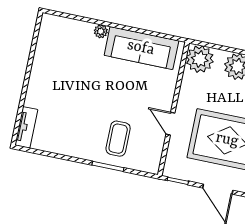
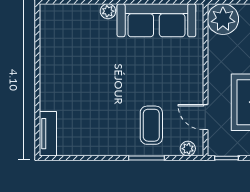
door: (170, 124) -> (205, 117), moved
plant: (146, 166) -> (188, 149), added

